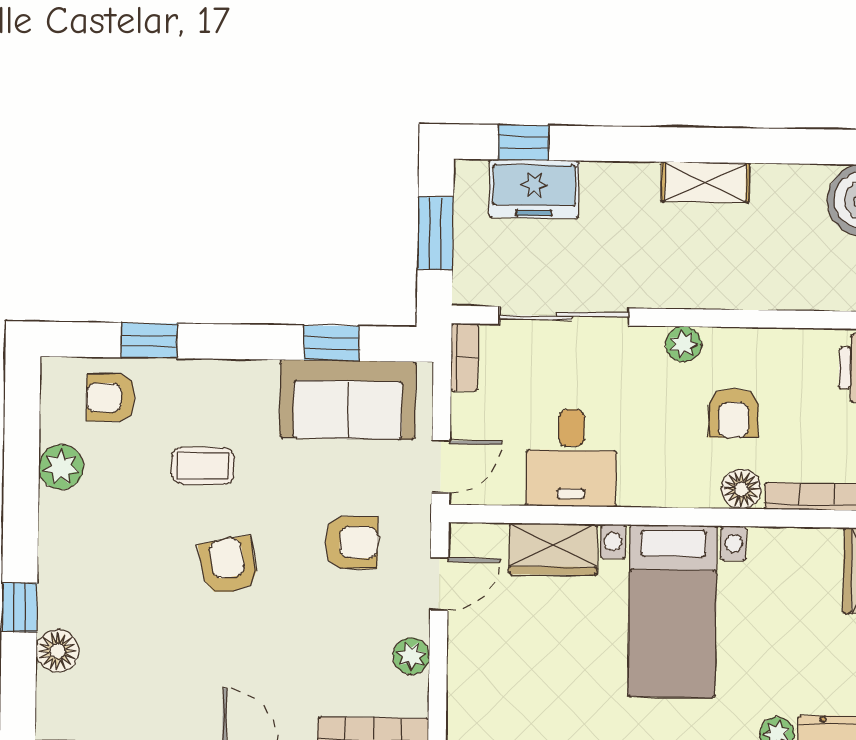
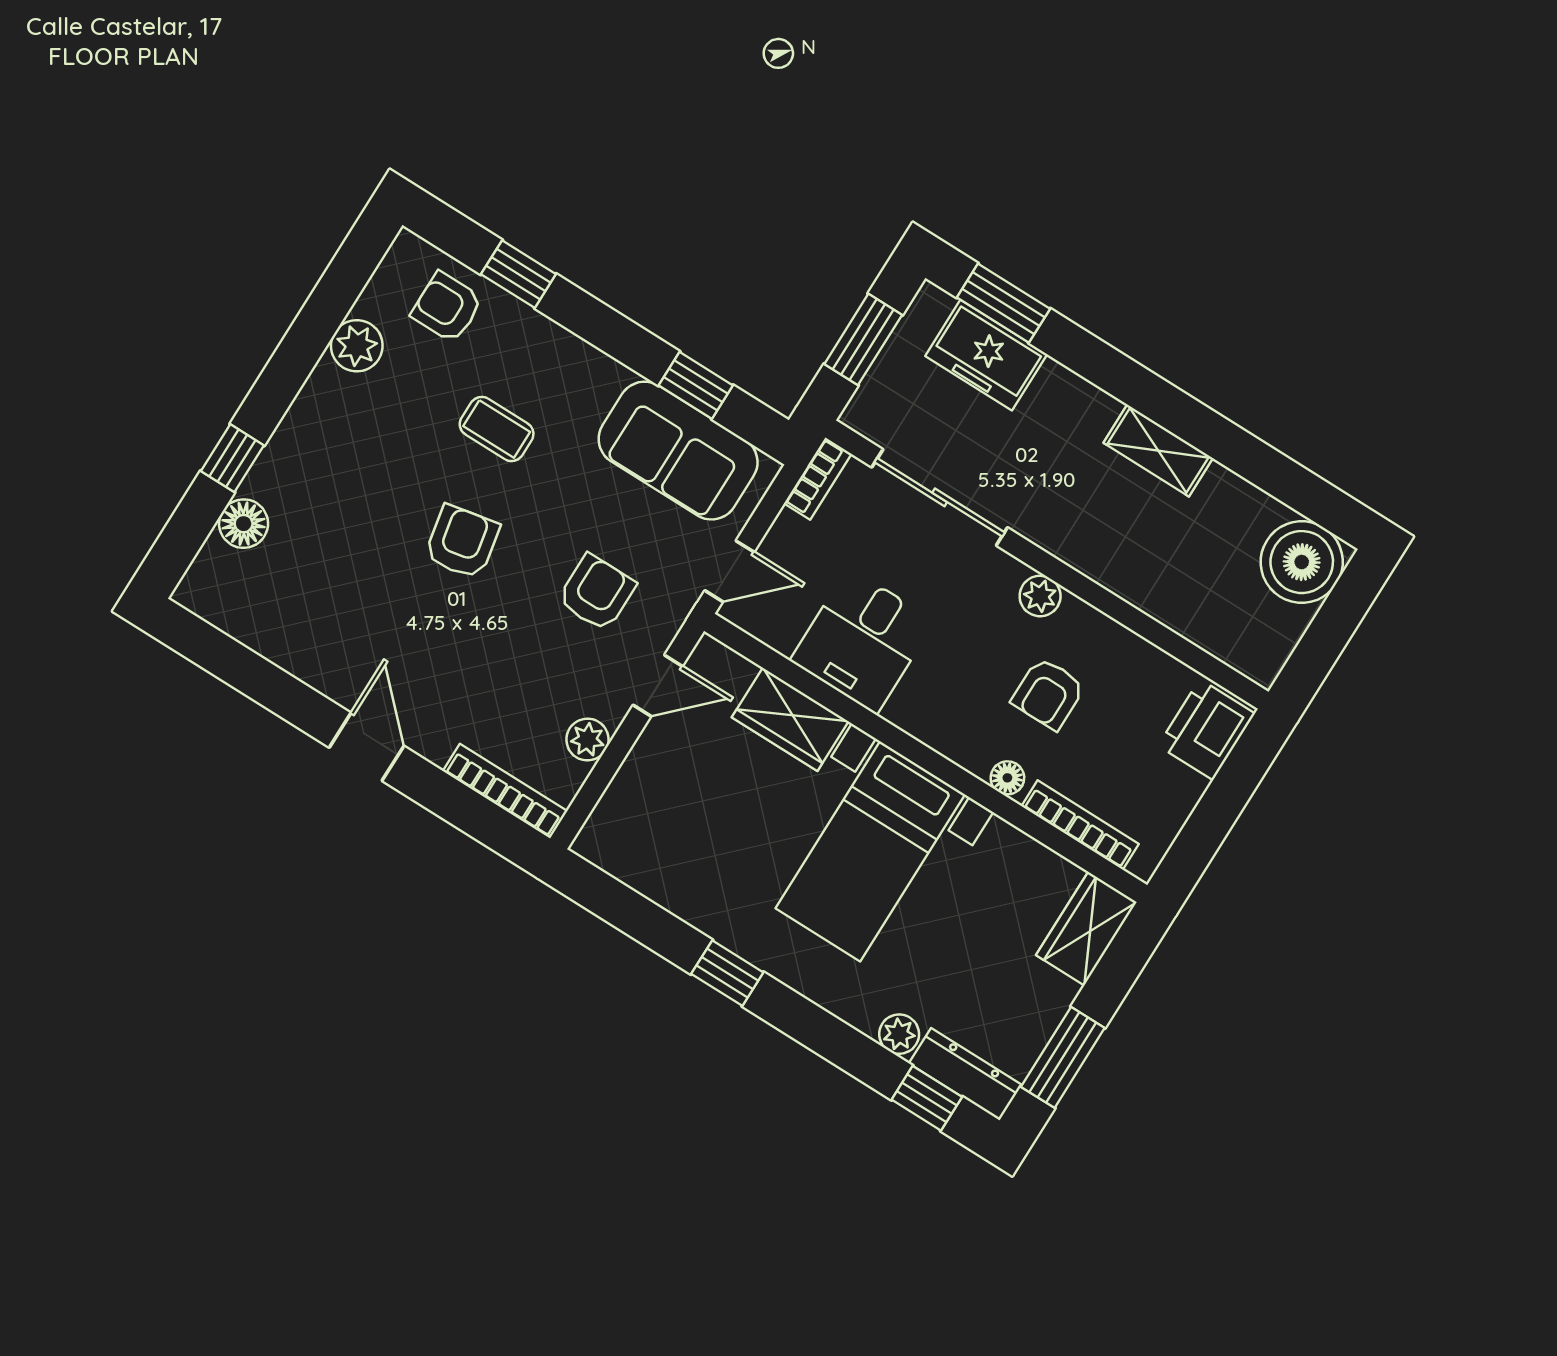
window: (523, 143) -> (1003, 303), width x1.50
floor lamp: (741, 489) -> (1007, 778), width x0.73, depth x0.73
armchair: (351, 542) -> (597, 593), turned -90

